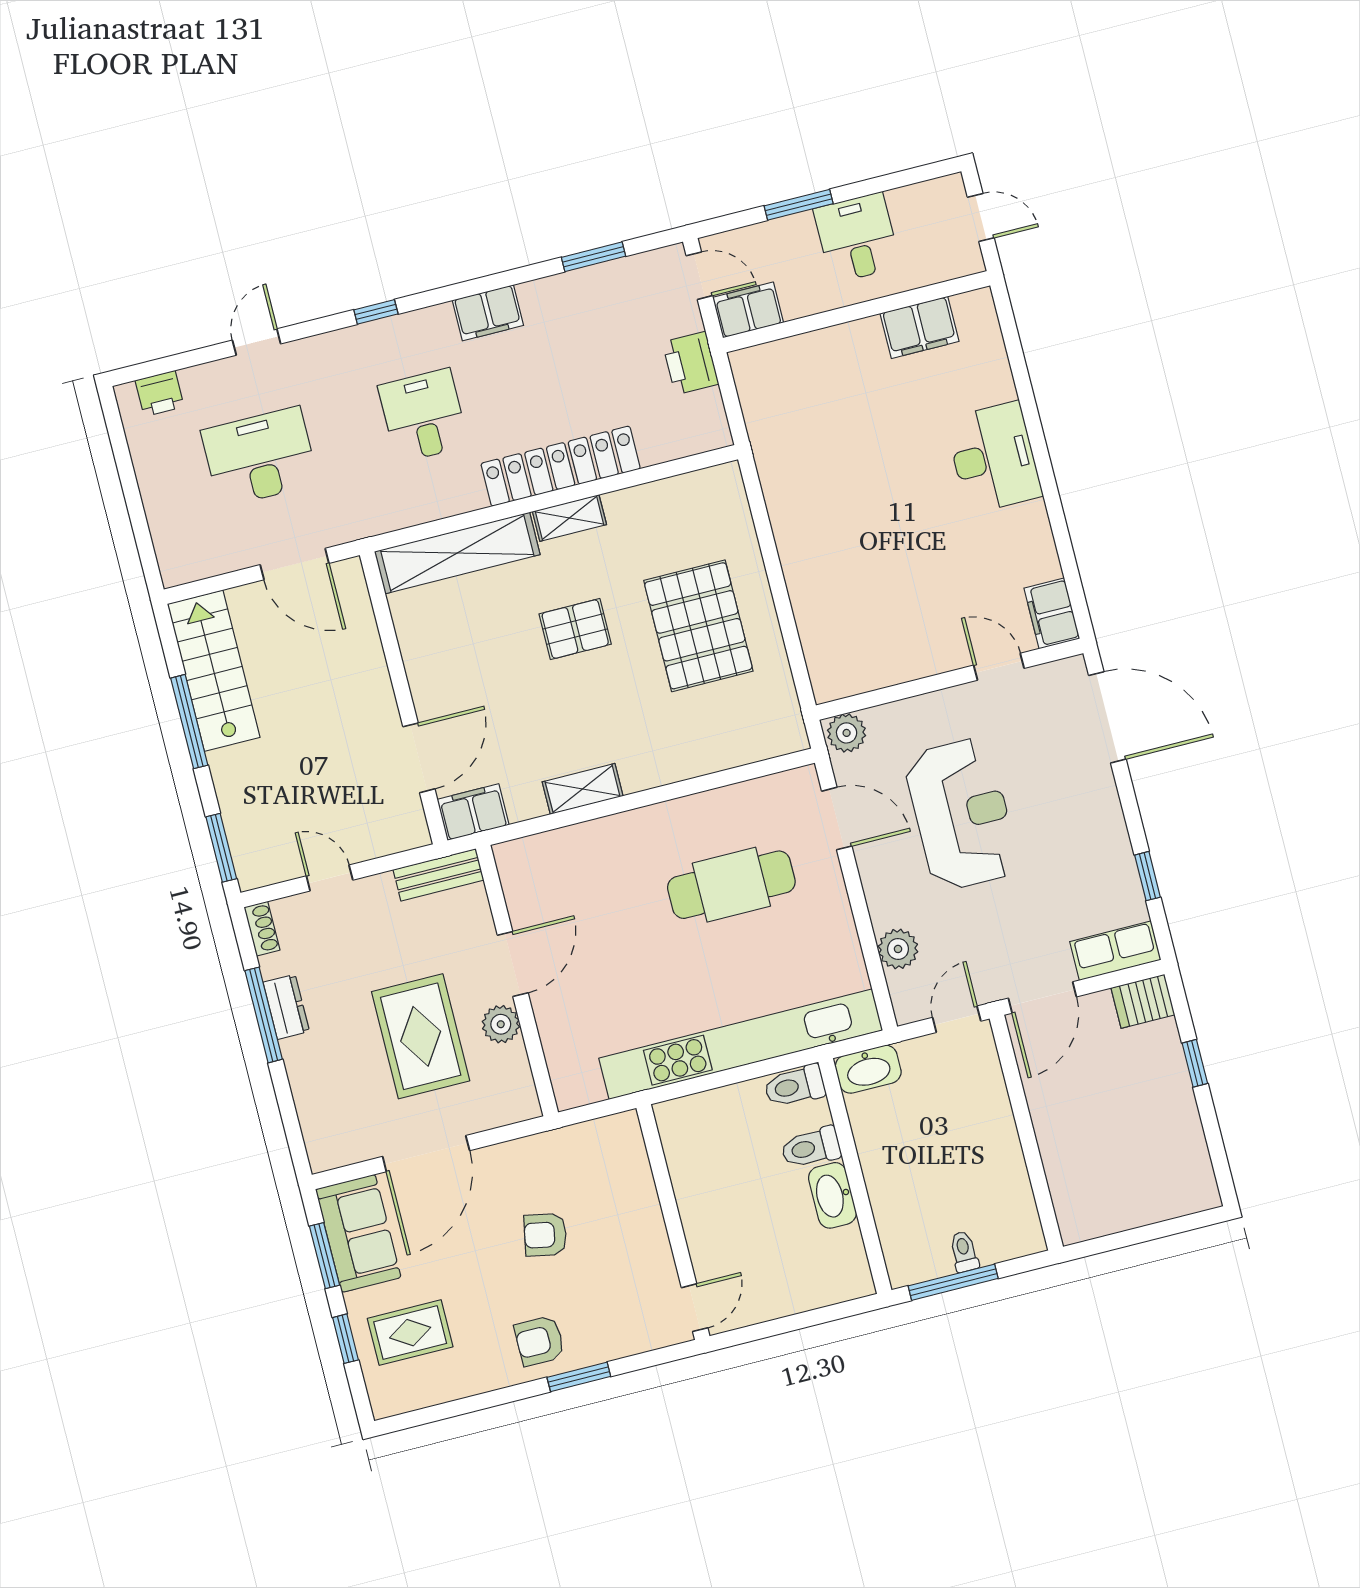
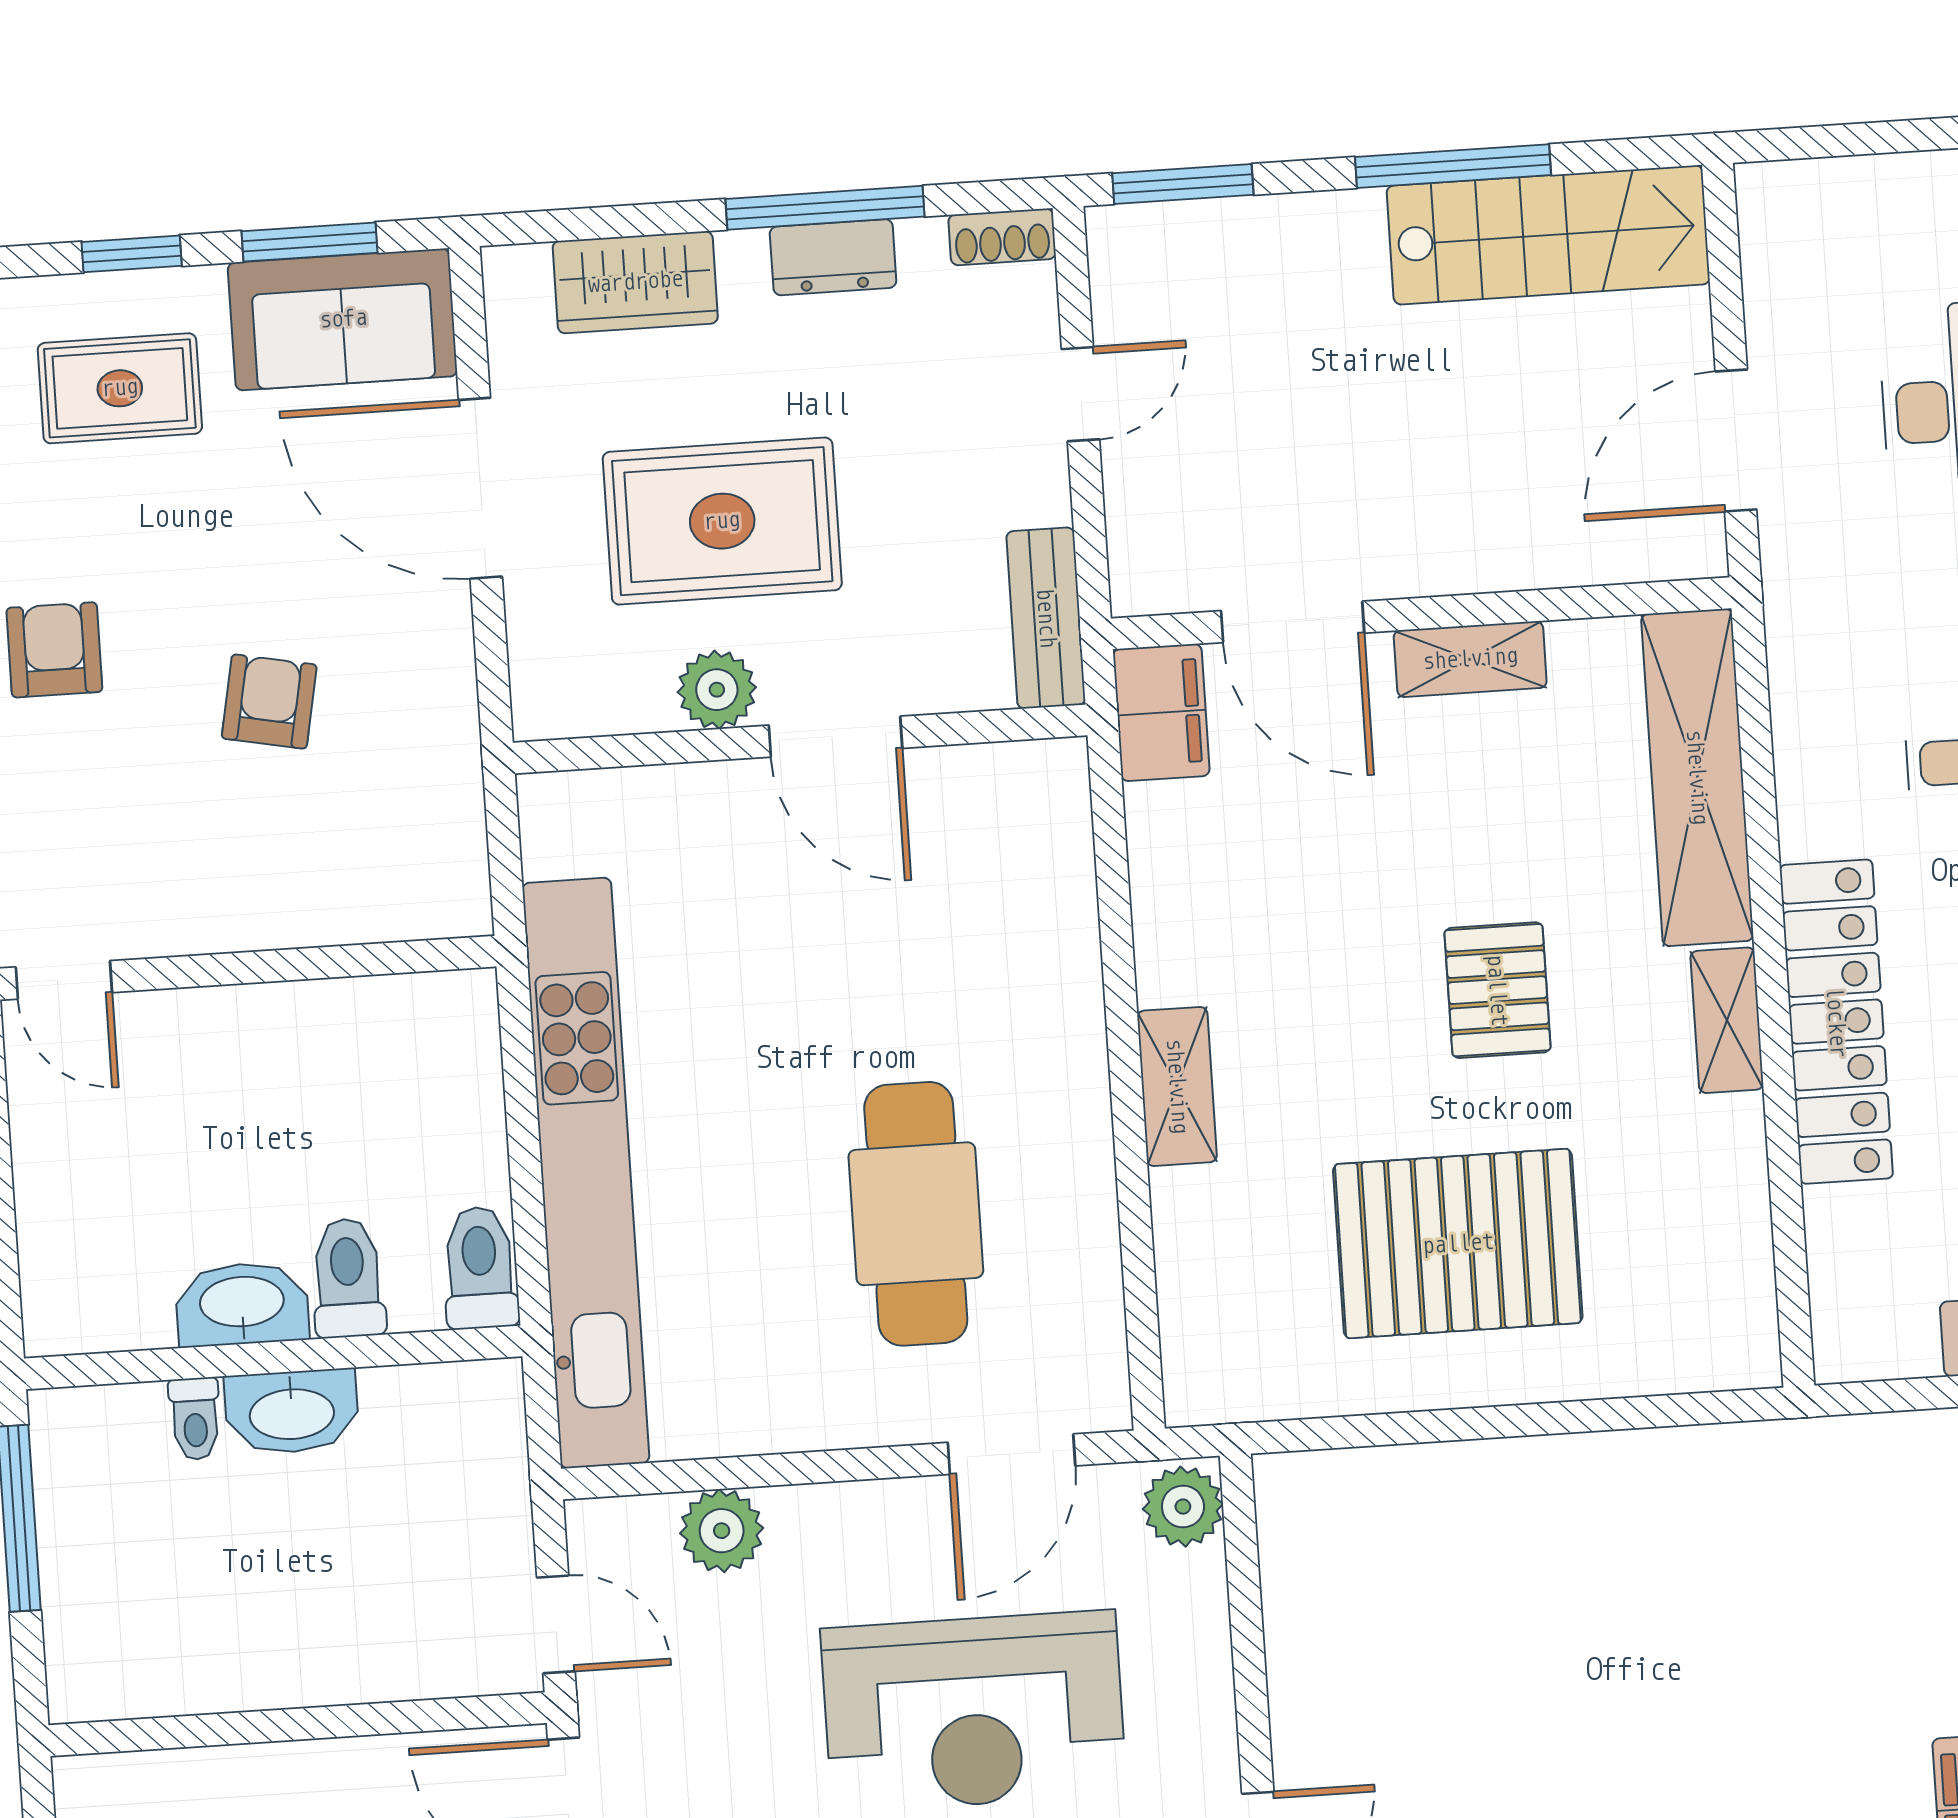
shelving: (421, 671) -> (1470, 659), added
shelving: (583, 789) -> (1177, 1086), moved
washbasin: (868, 1069) -> (292, 1412), moved, turned -90
wardrobe: (315, 1098) -> (635, 282), added
toilet: (964, 1252) -> (195, 1419), moved, turned 90
rug: (410, 1333) -> (120, 388), turned 90

